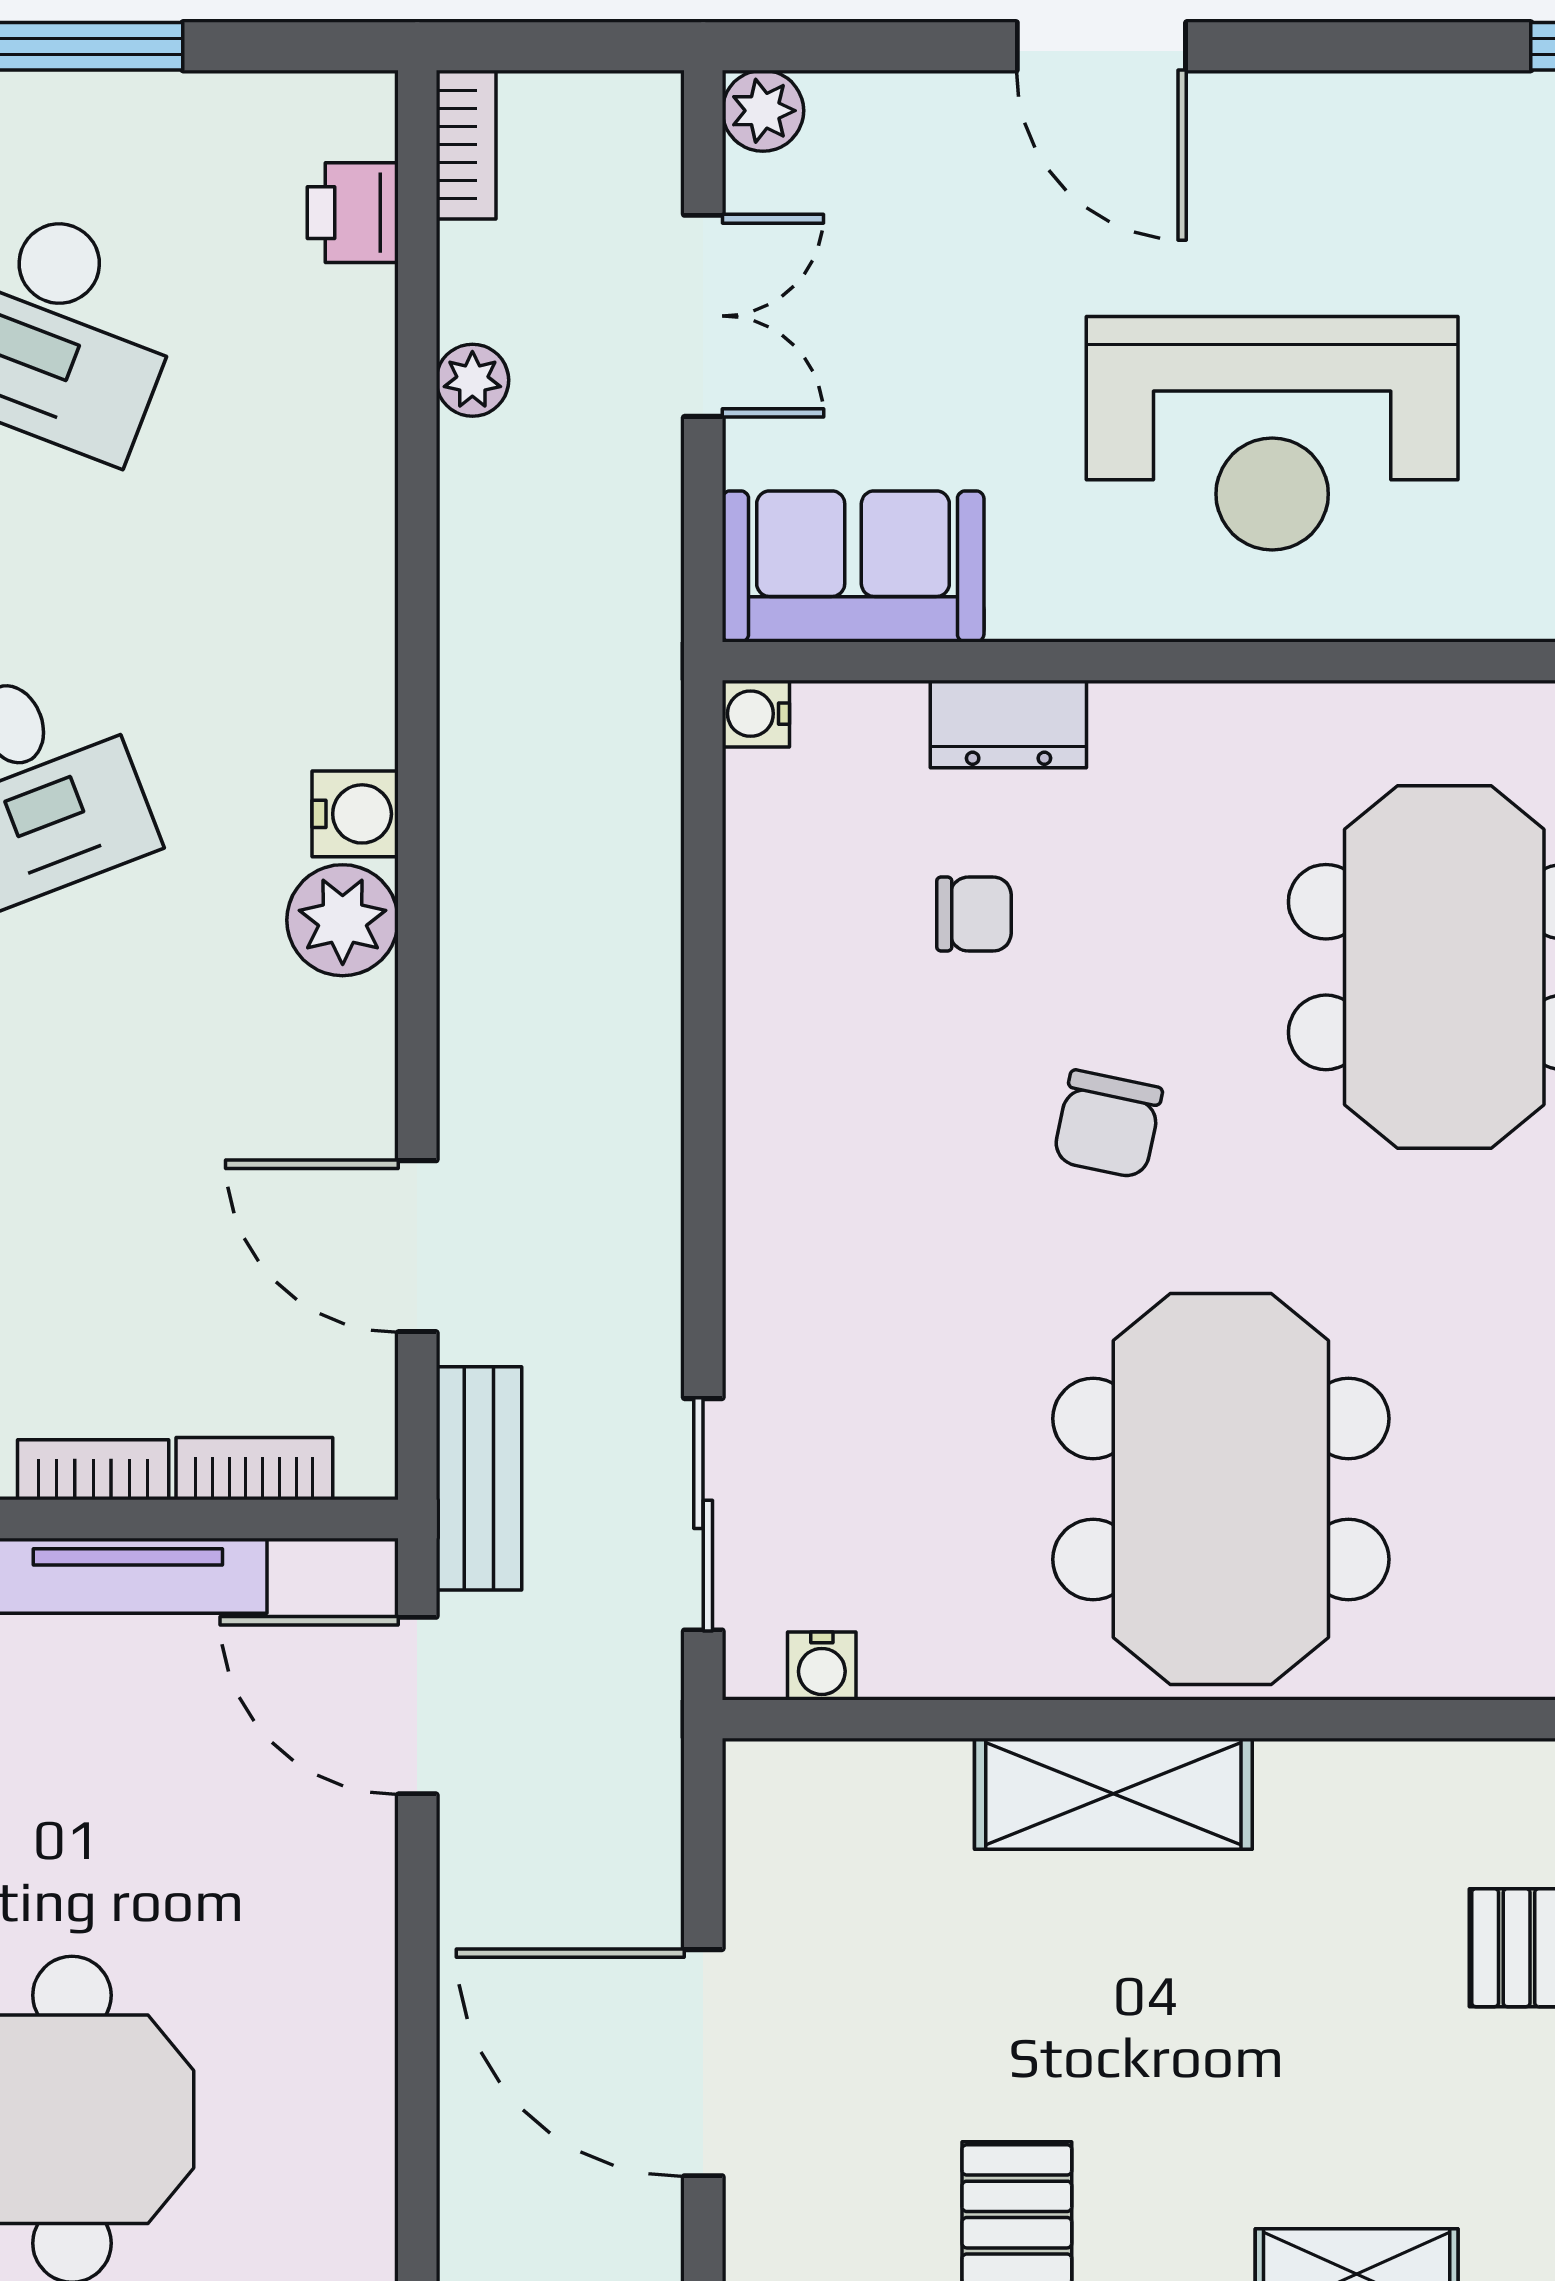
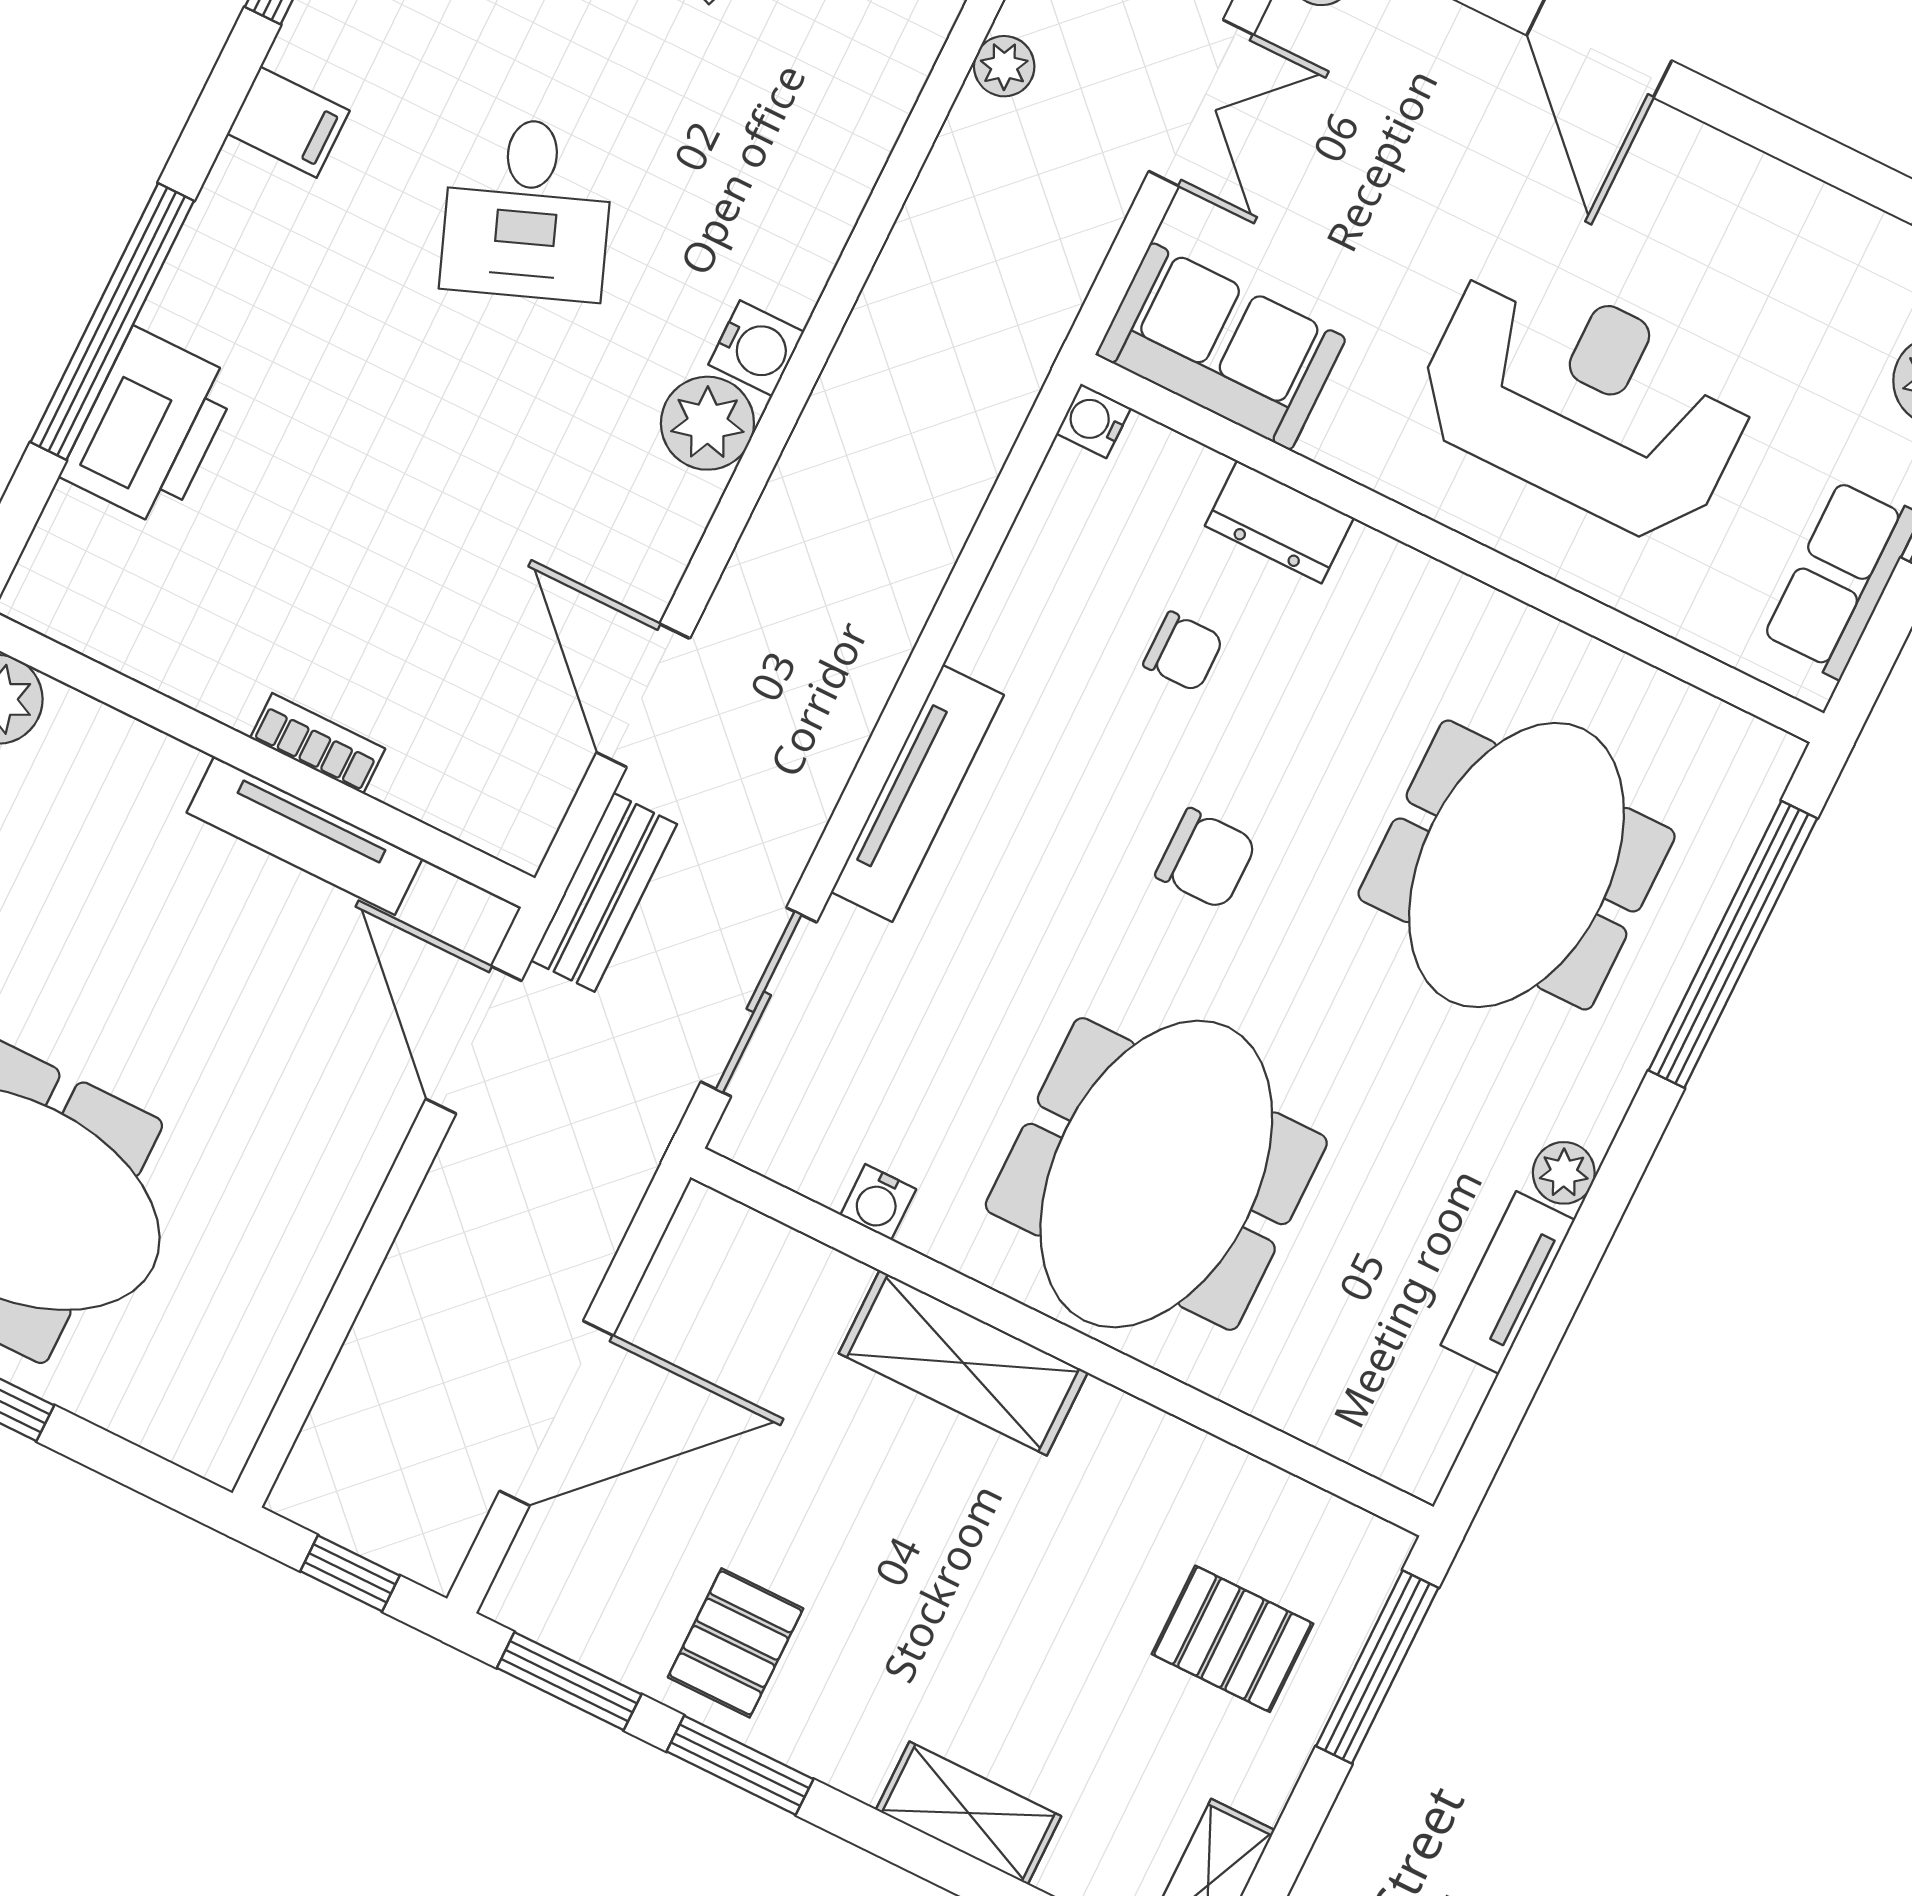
reception desk: (1272, 433) -> (1584, 401), turned 180
chair: (1108, 1124) -> (1206, 859), turned -102
tv unit: (763, 1207) -> (917, 793), added
bookcase: (254, 1469) -> (439, 802), removed
water cooler: (822, 1666) -> (878, 1202), moved
door: (703, 2063) -> (556, 1413), swing flipped

